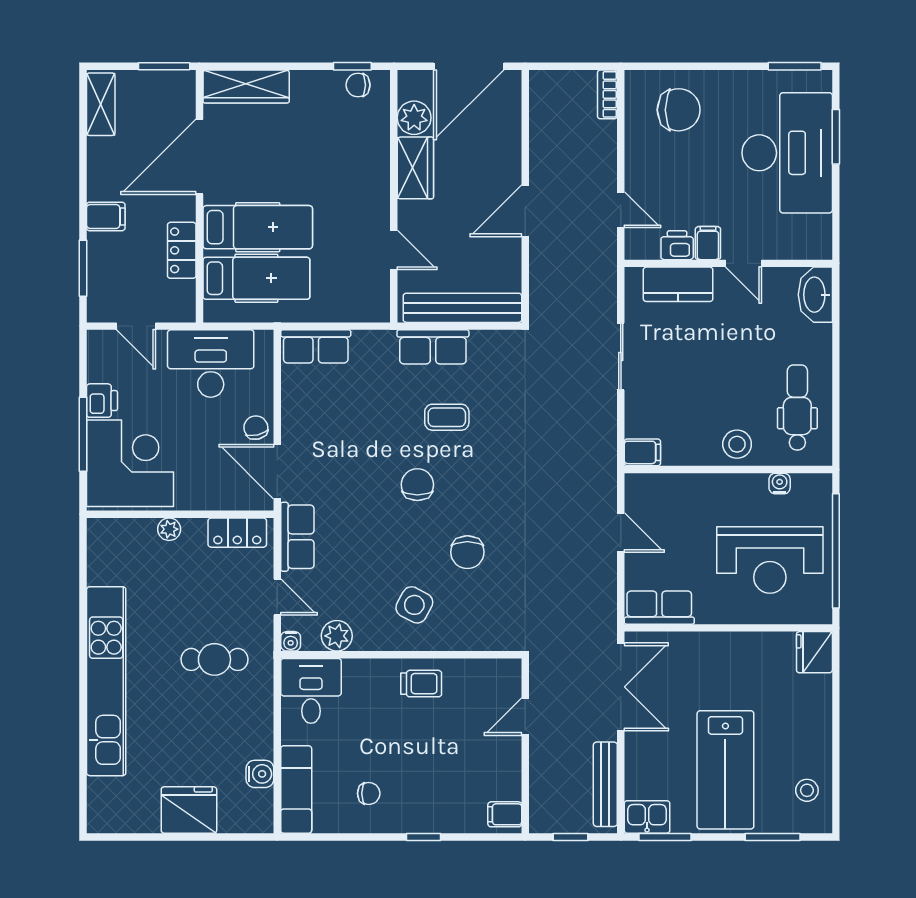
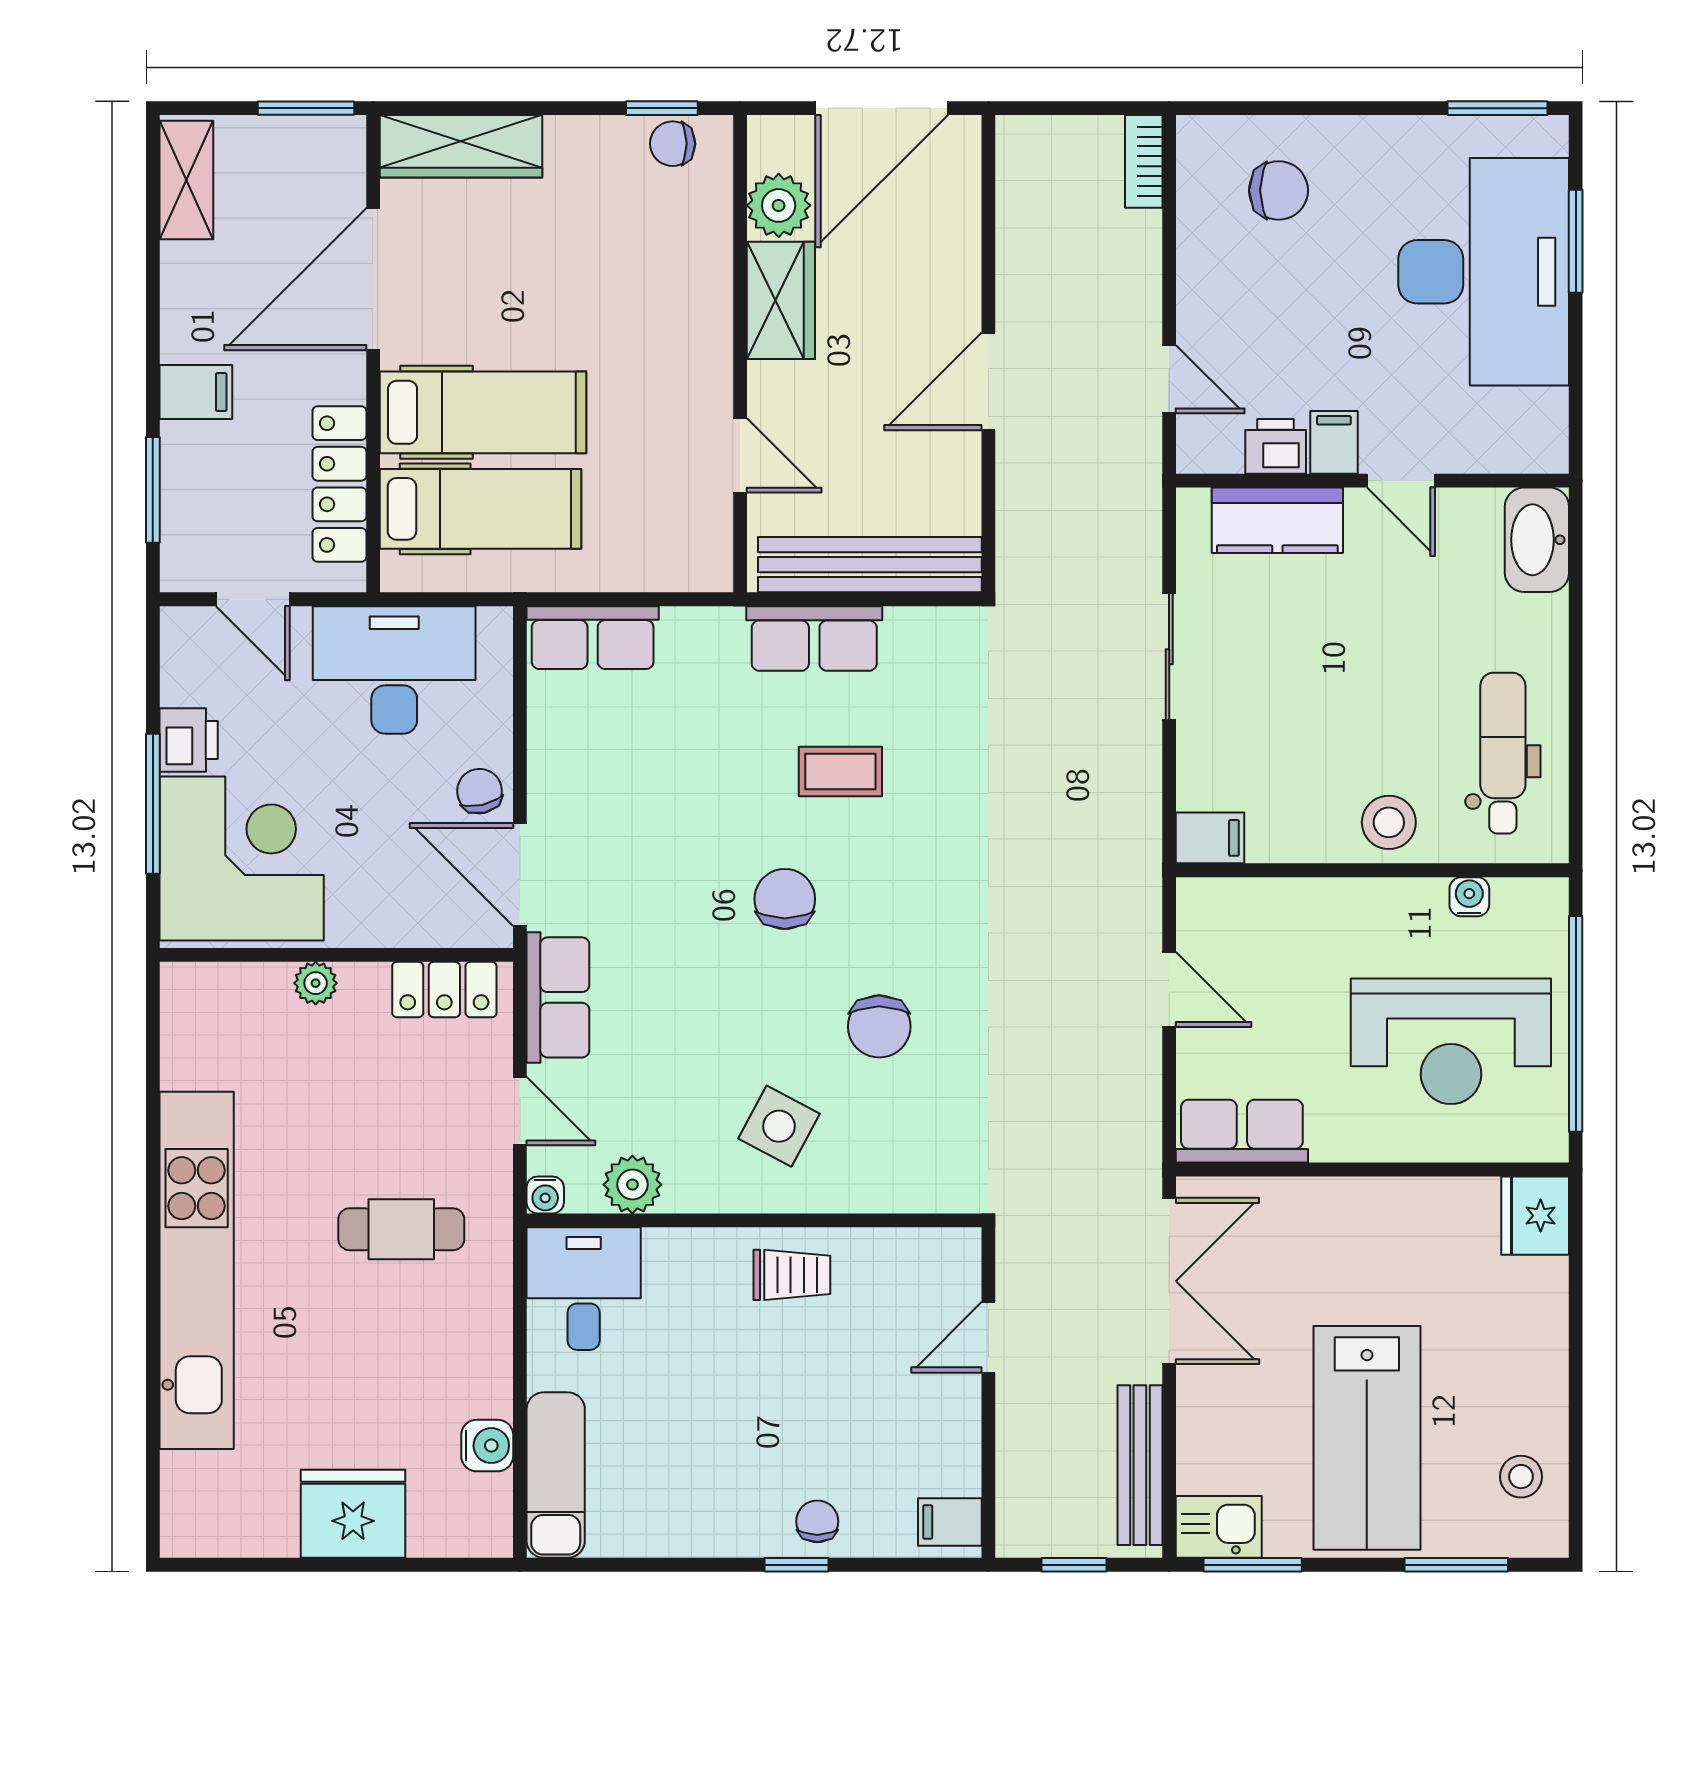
chair: (679, 110) -> (1279, 190), width x0.73, depth x0.73
locker: (182, 250) -> (339, 484), width x1.53
chair: (369, 793) -> (817, 1521), moved, turned -90

